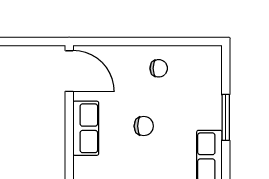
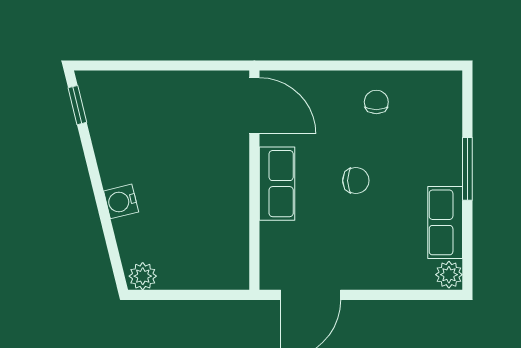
chair: (159, 68) -> (376, 102), turned -90

